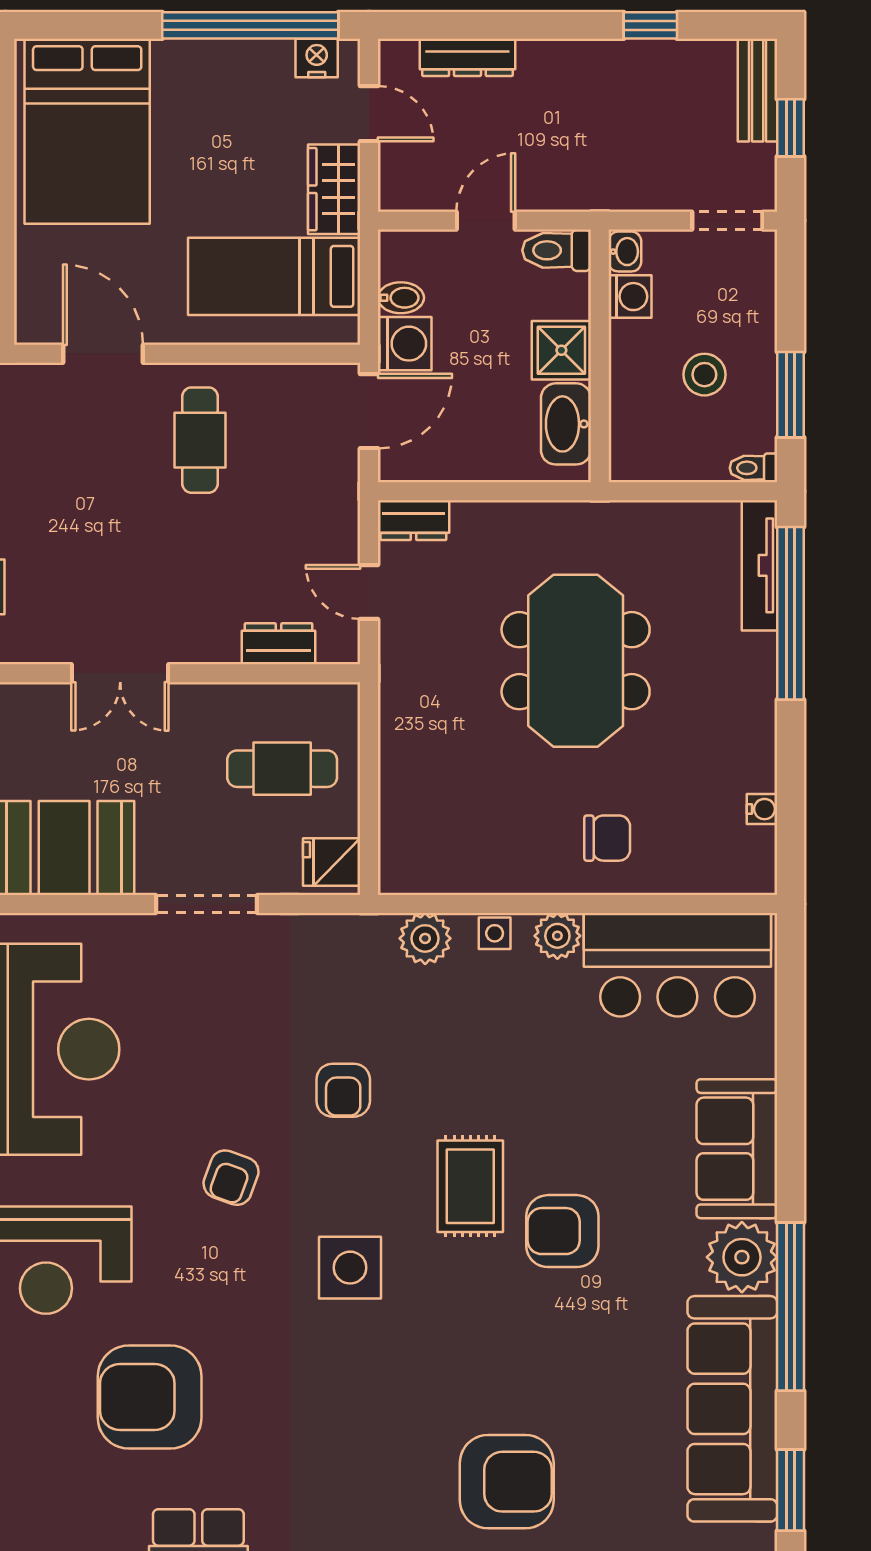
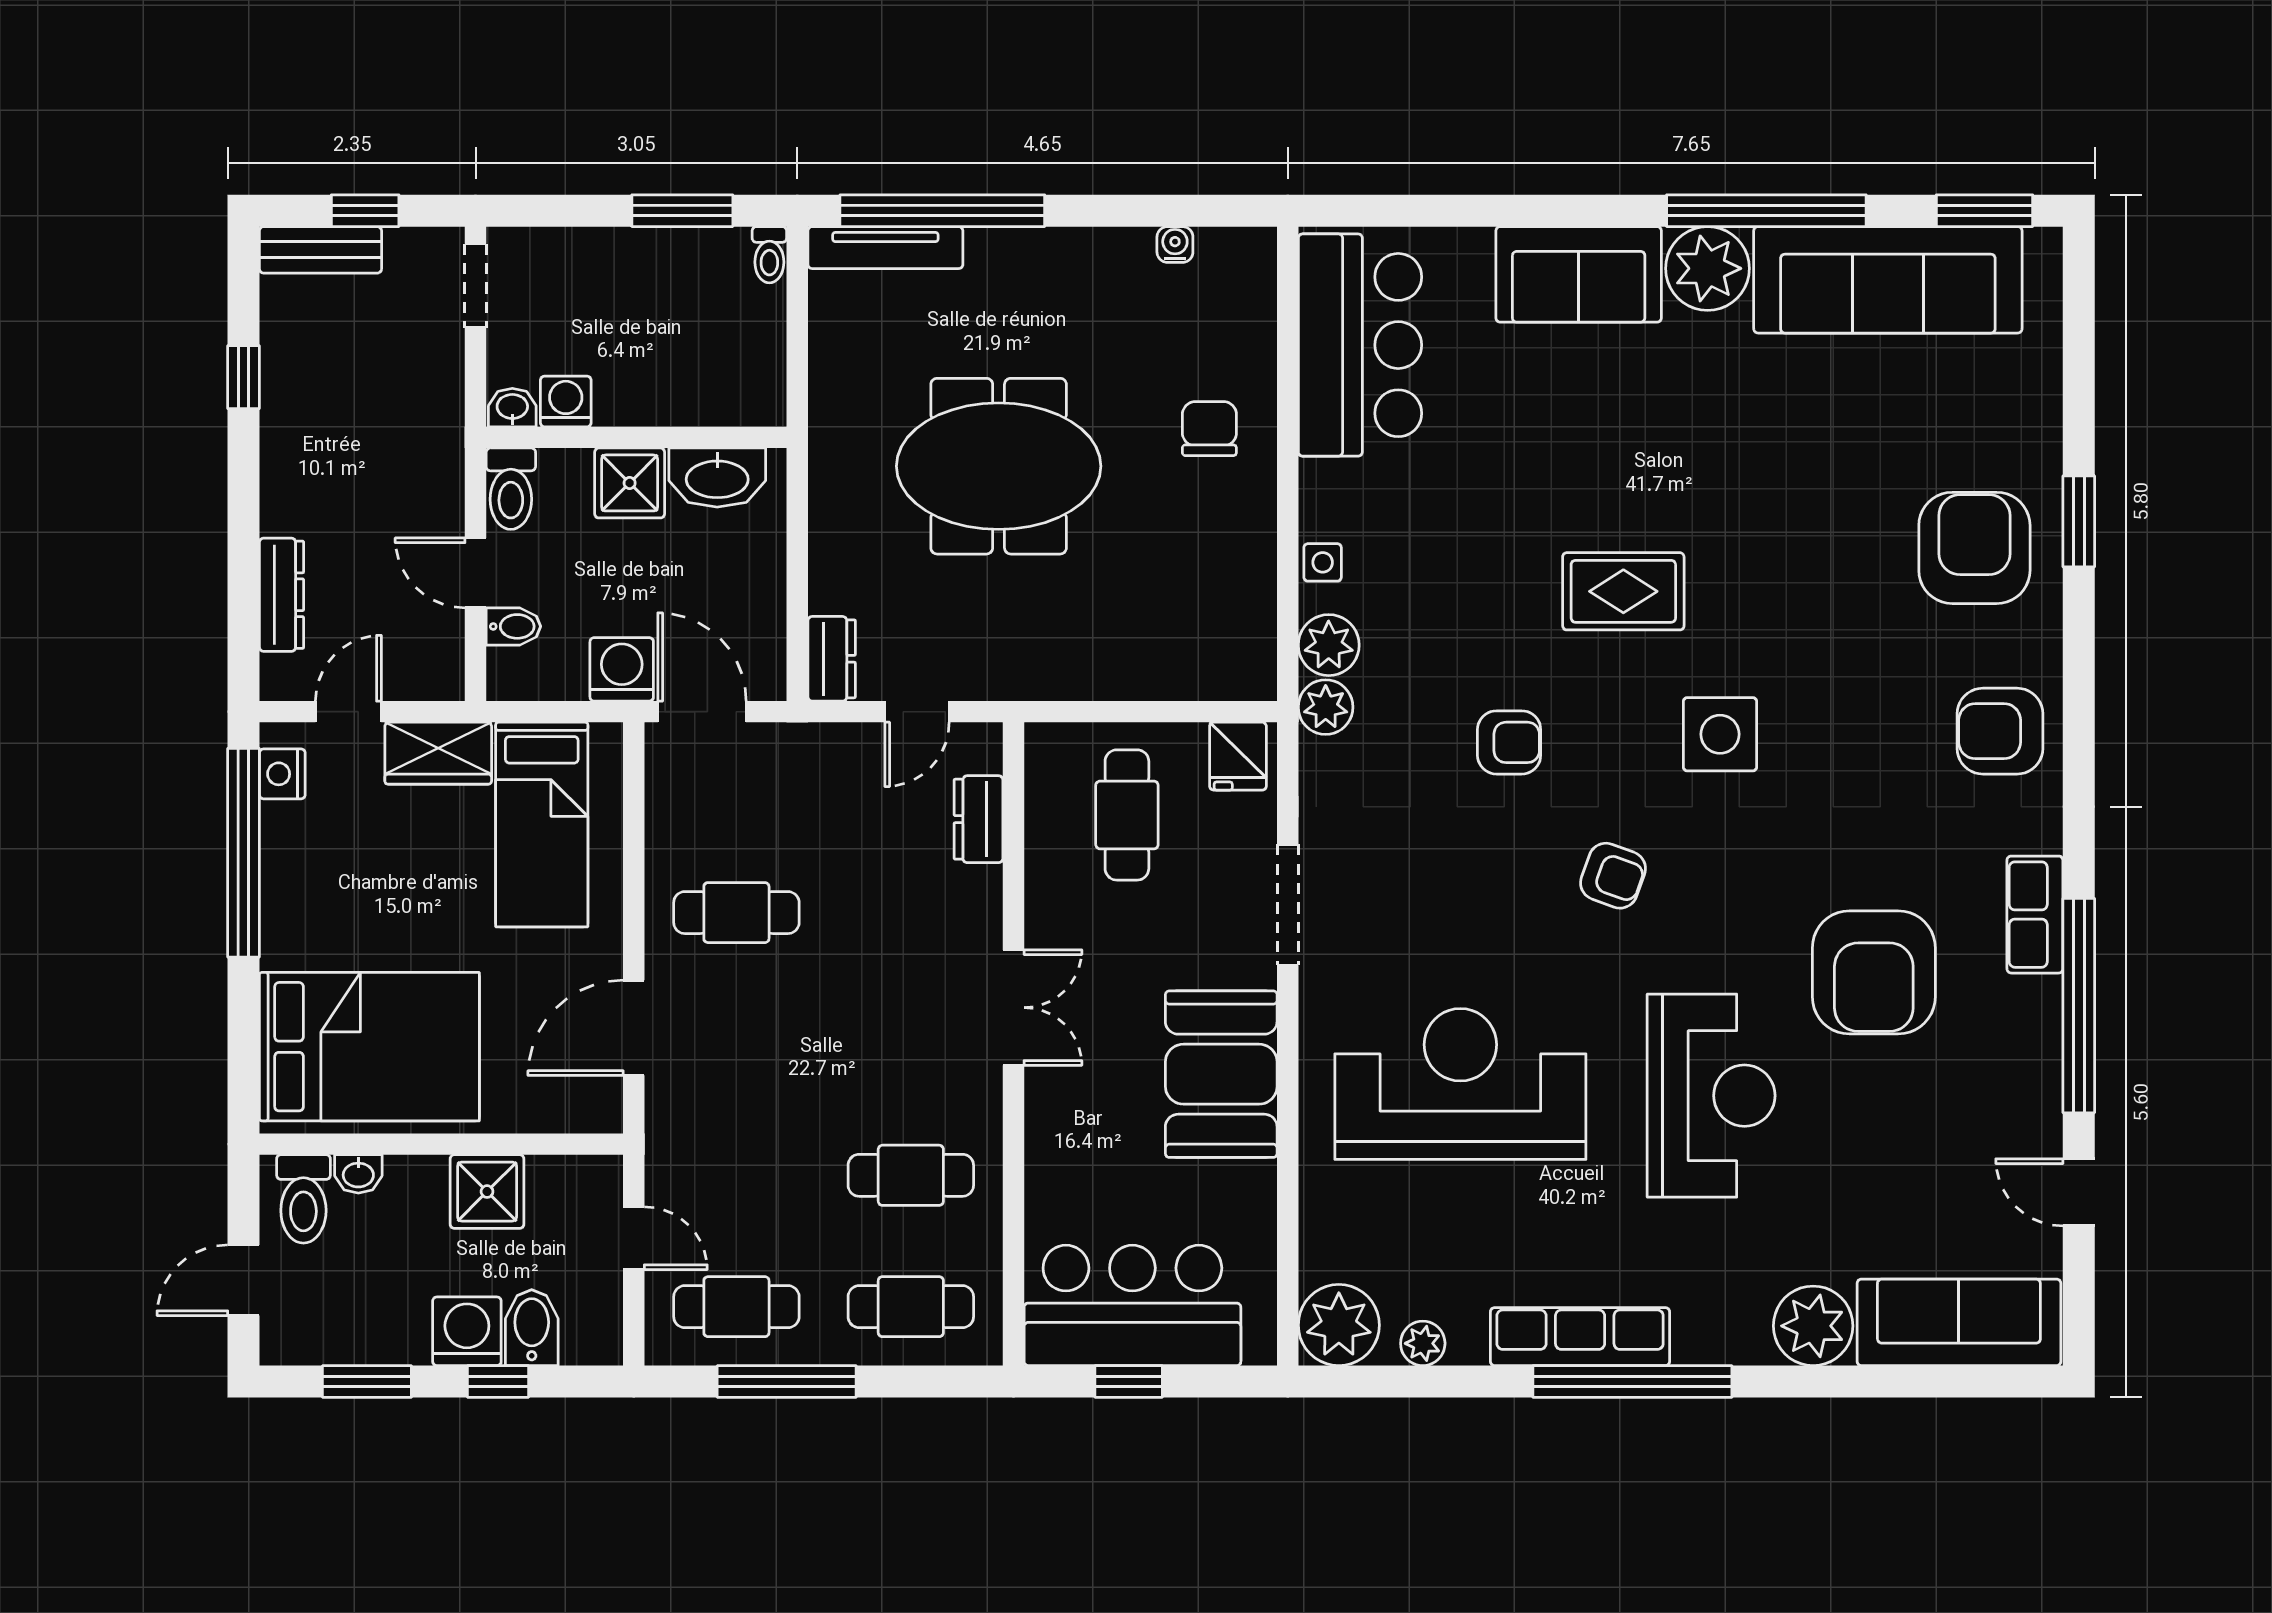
bidet: (401, 298) -> (513, 626), moved, turned 90
stool: (704, 375) -> (659, 313), removed
plant: (557, 936) -> (1326, 707), moved
armchair: (562, 1231) -> (2000, 731), moved, turned 90

